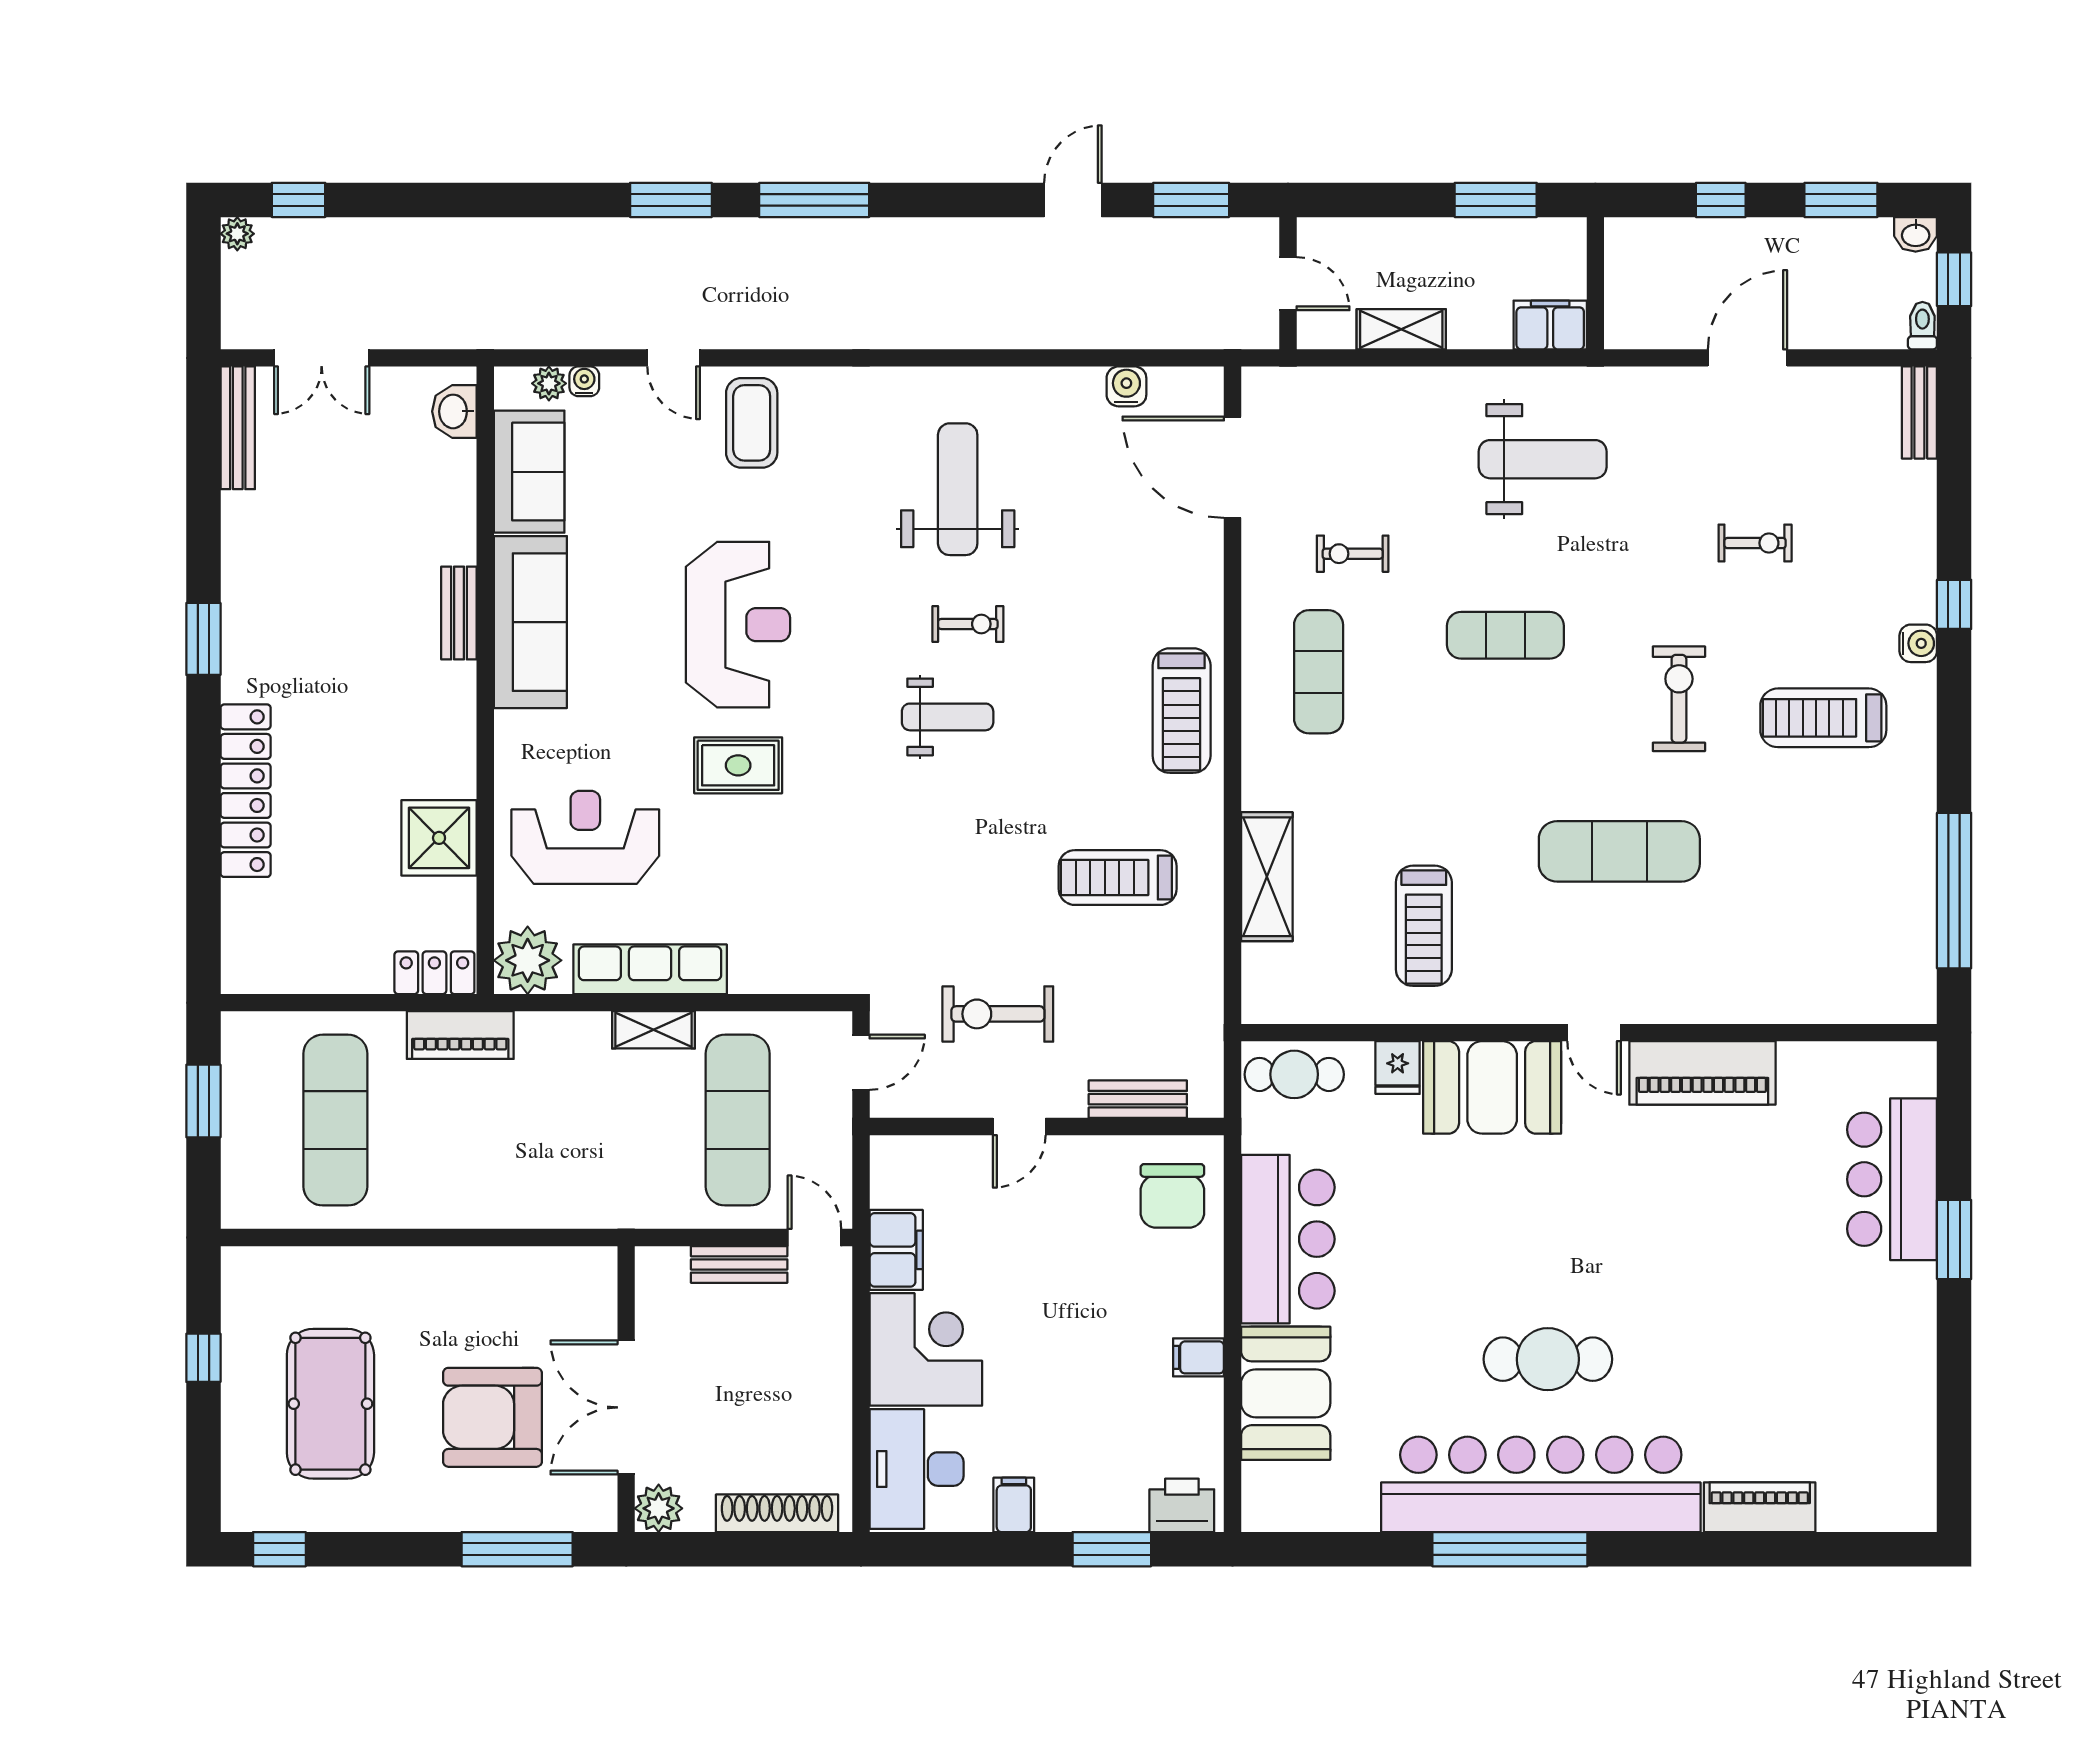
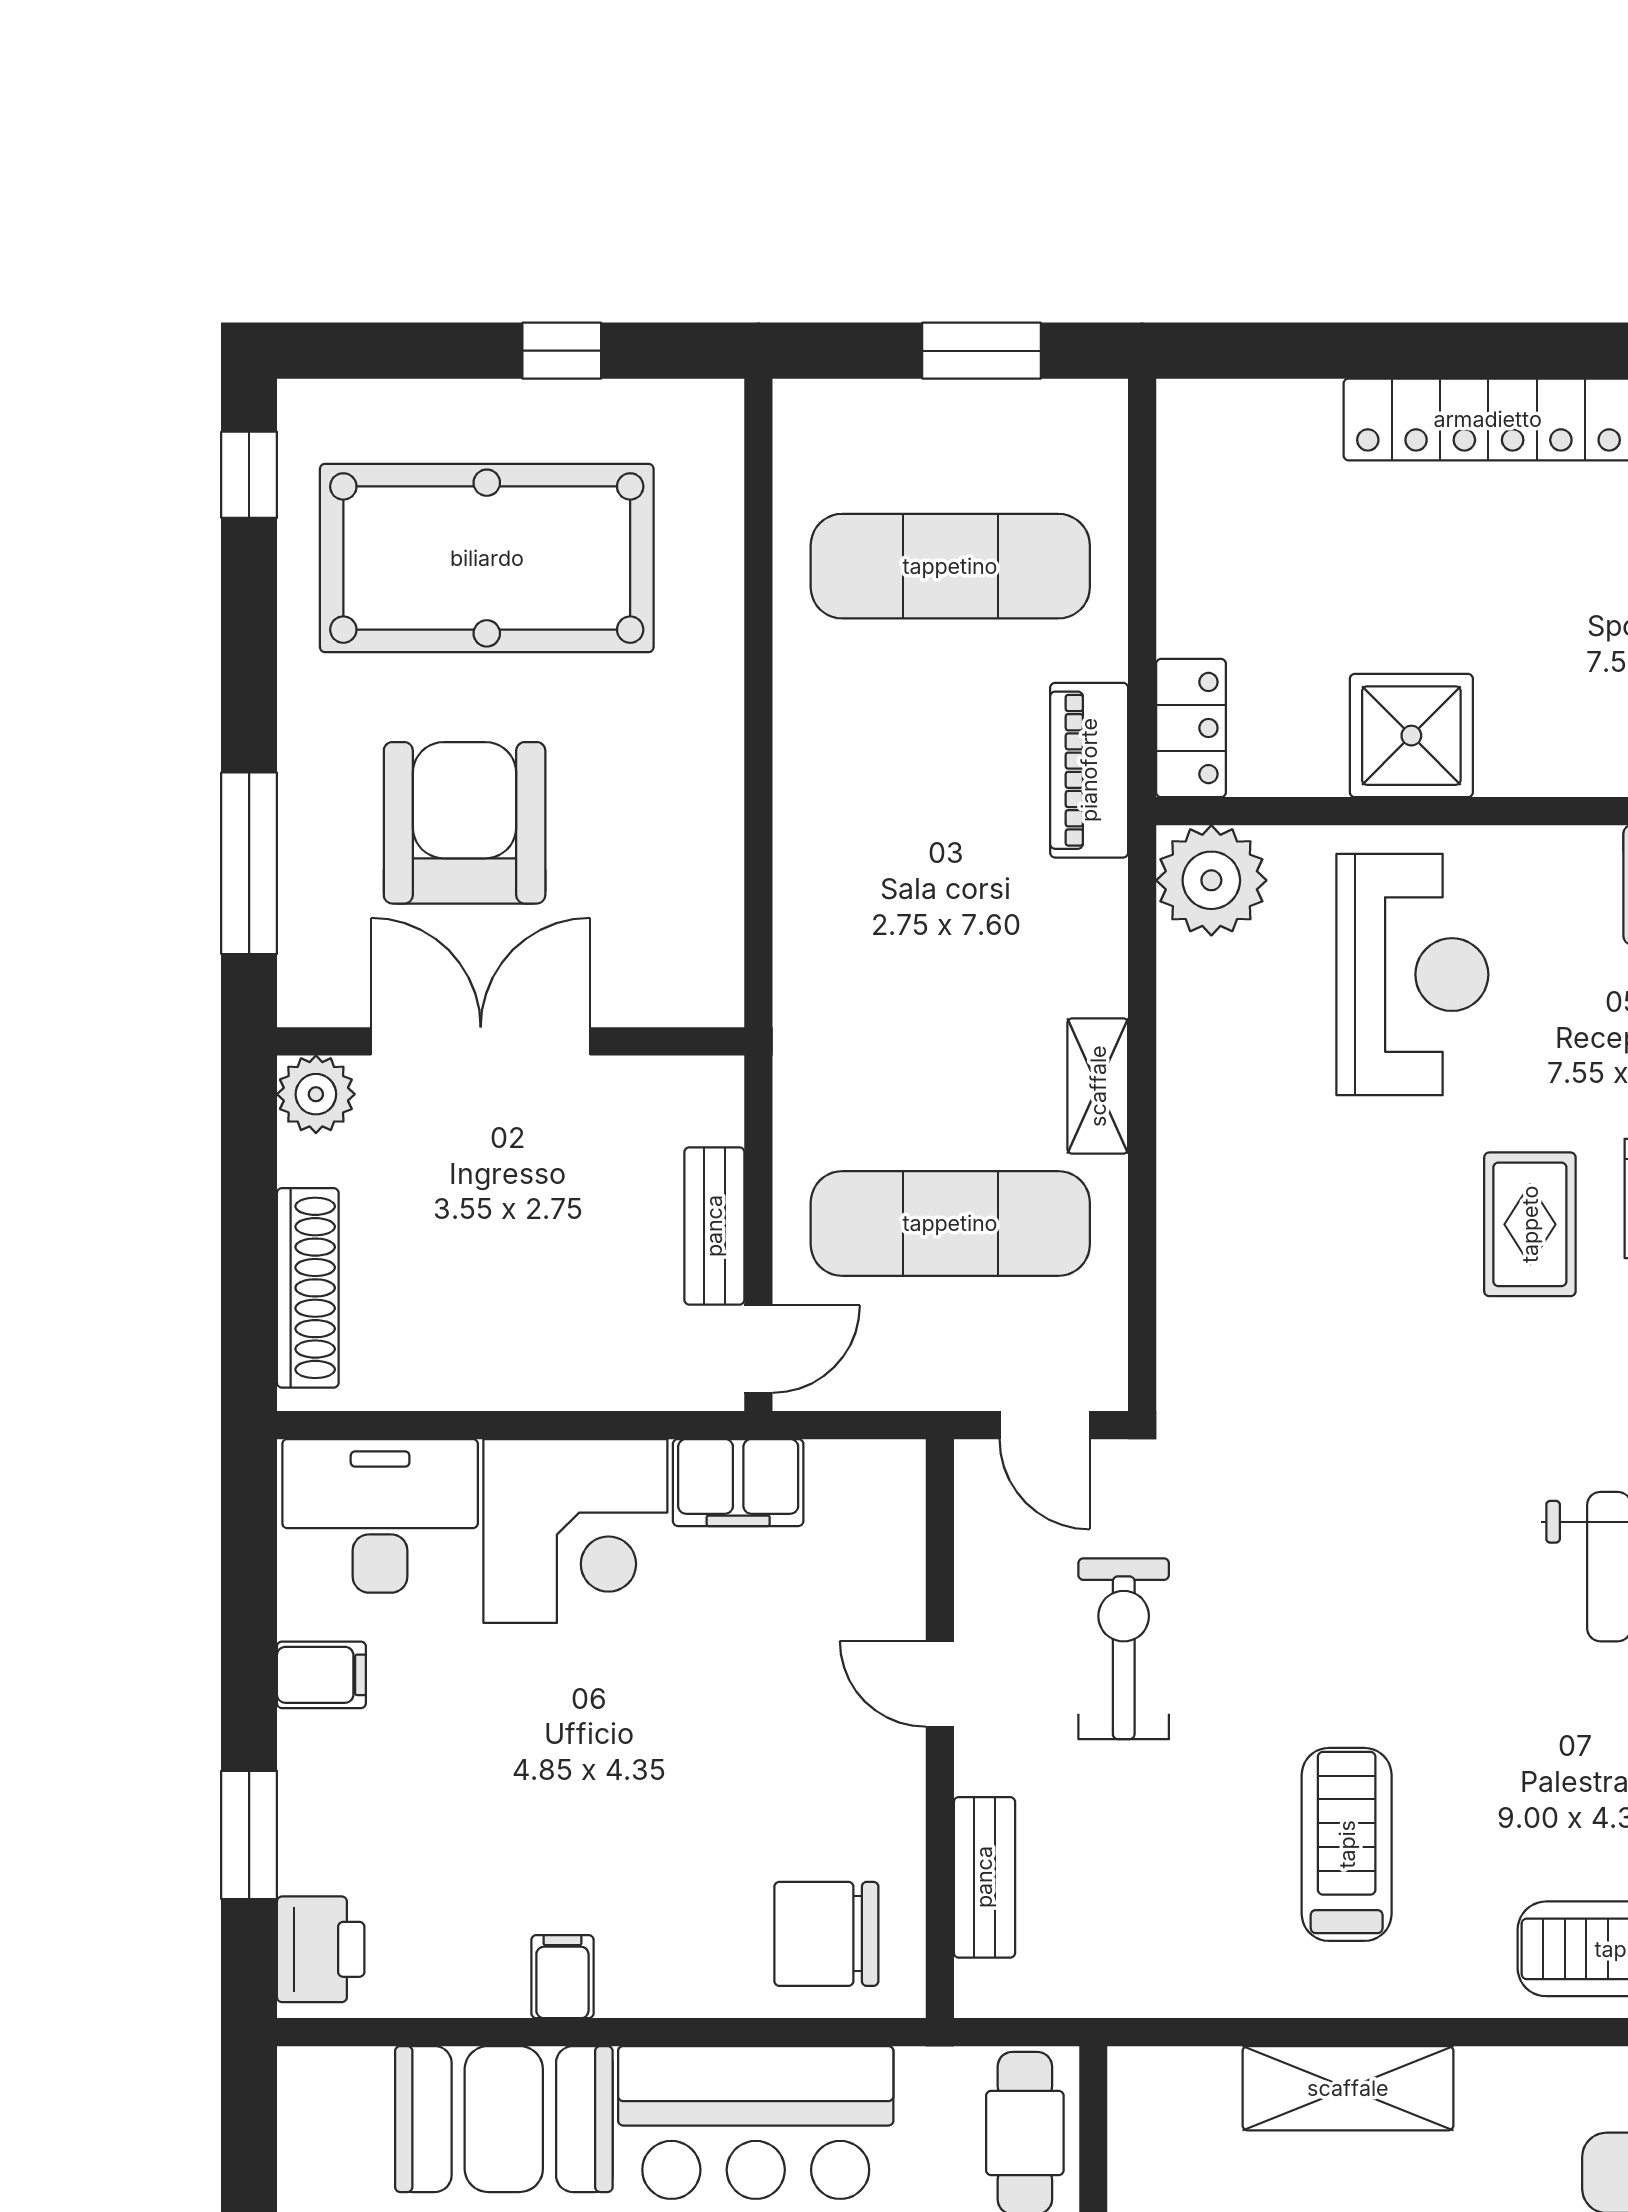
row of seats: (650, 969) -> (1197, 1080), removed
pool table: (330, 1404) -> (487, 558), width x1.36, depth x1.32

